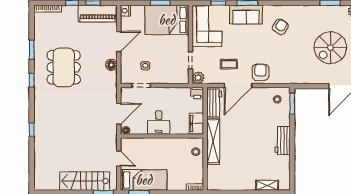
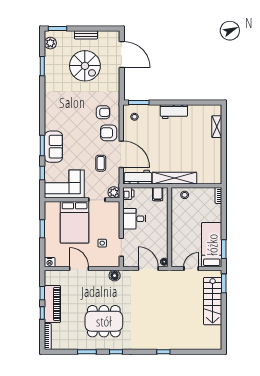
piano: (98, 14) -> (52, 304), moved
bed: (167, 20) -> (75, 222), moved
armchair: (280, 27) -> (103, 112), moved, turned 147
floor lamp: (111, 65) -> (115, 276), moved
desk: (159, 122) -> (134, 219), moved, turned 180
filing cabinet: (196, 123) -> (158, 194), width x0.50

